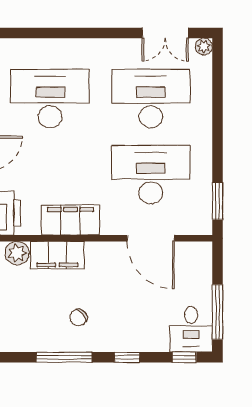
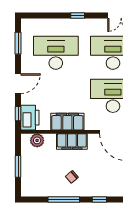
window: (89, 33) -> (78, 15), added
filing cabinet: (57, 255) -> (72, 142), moved

